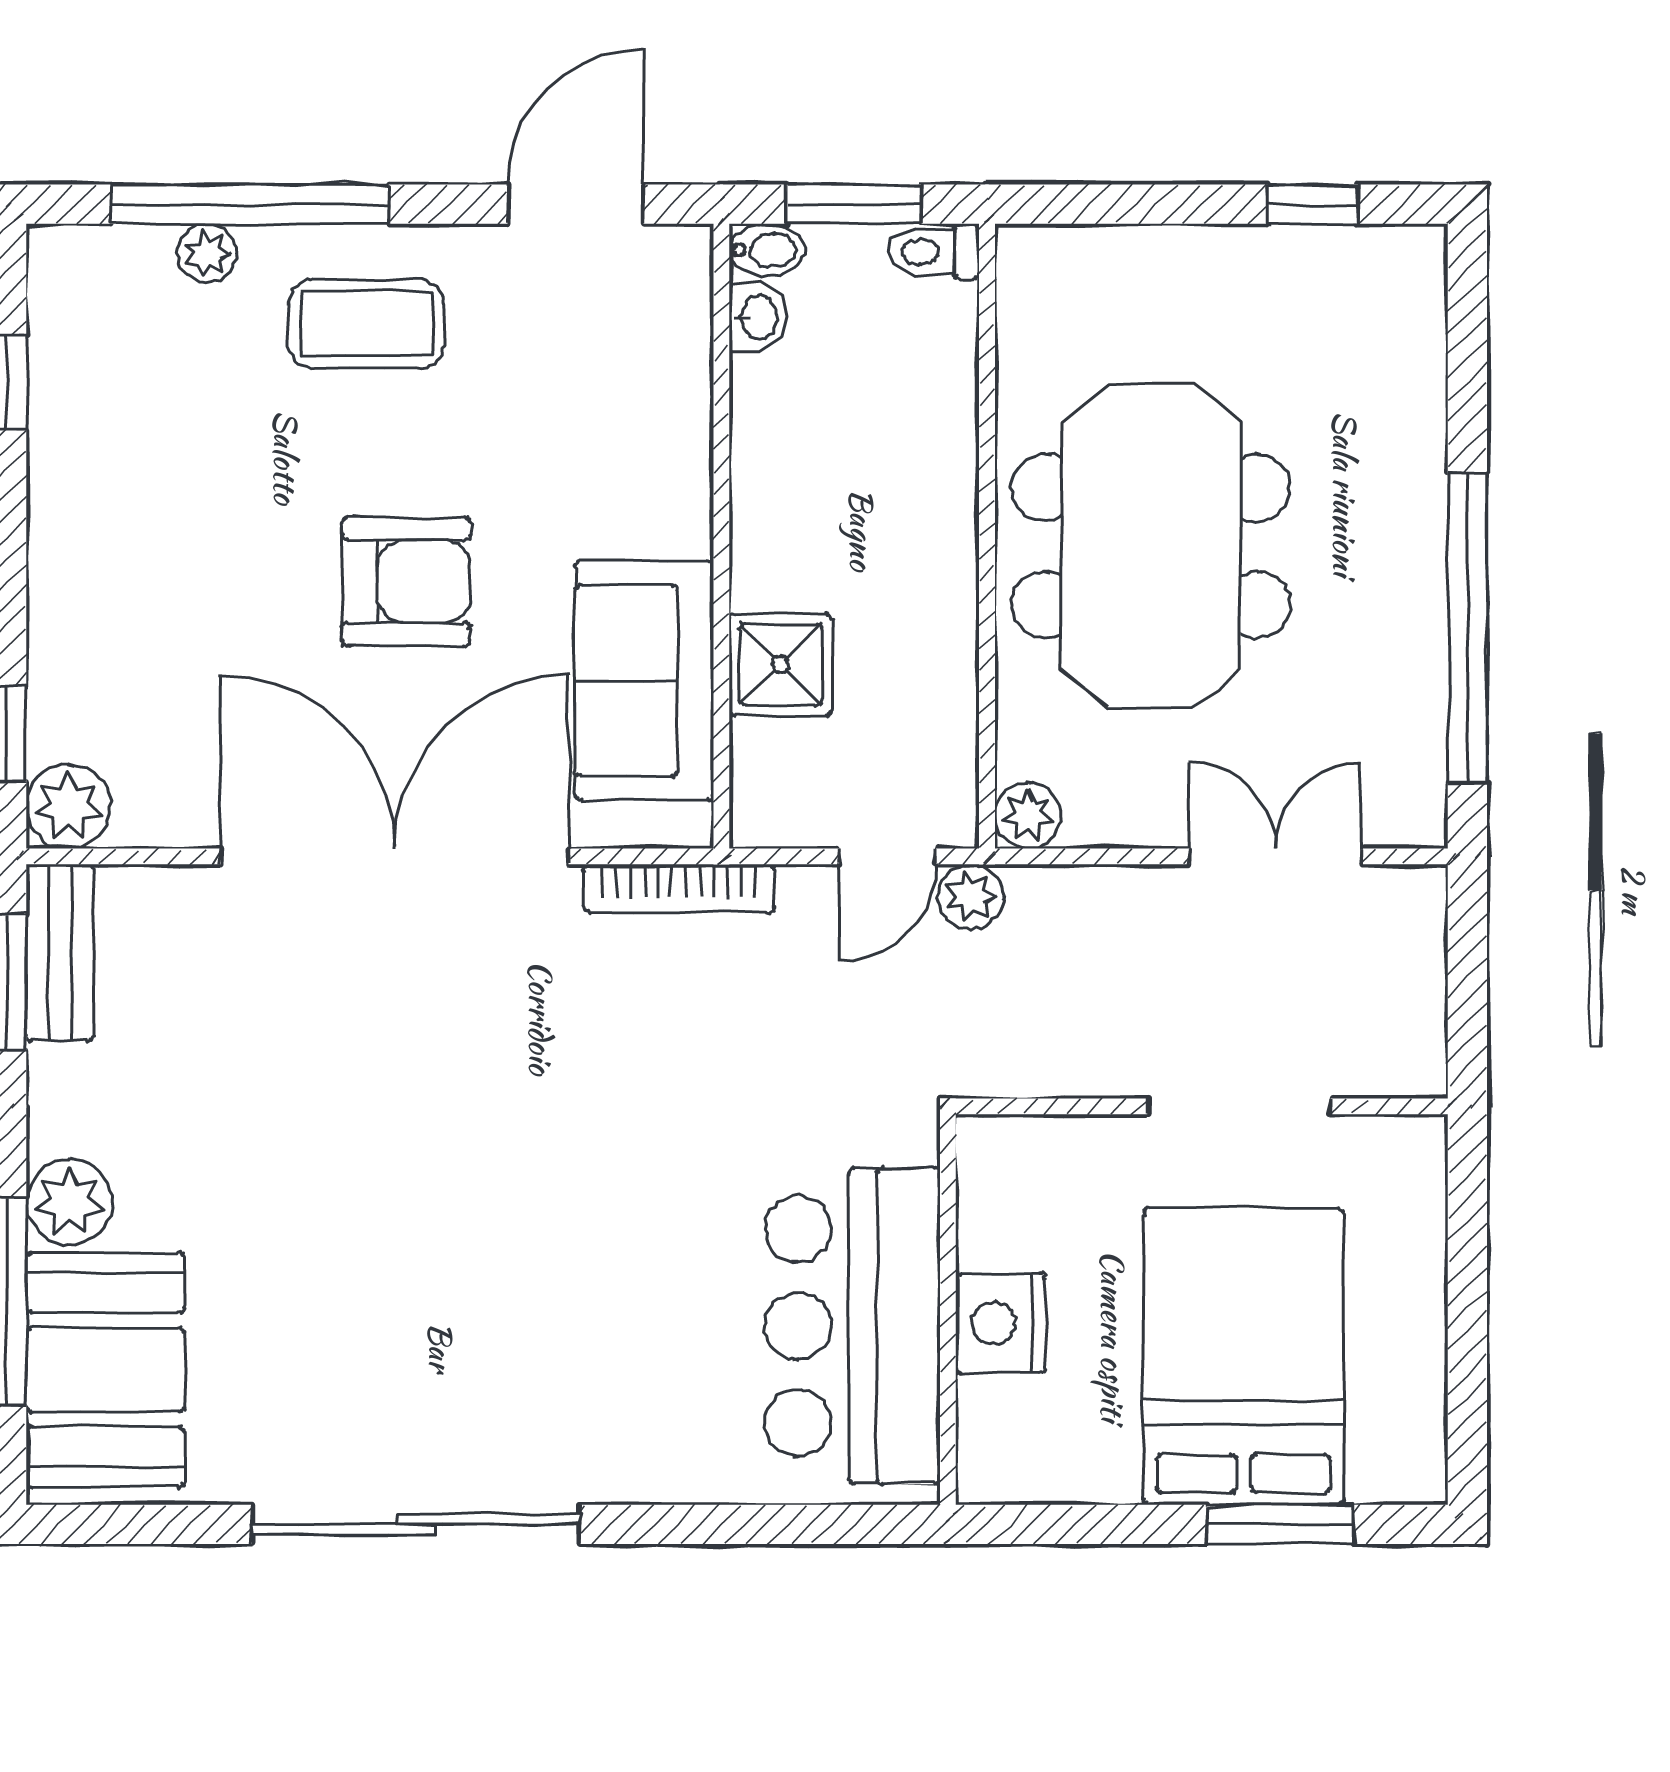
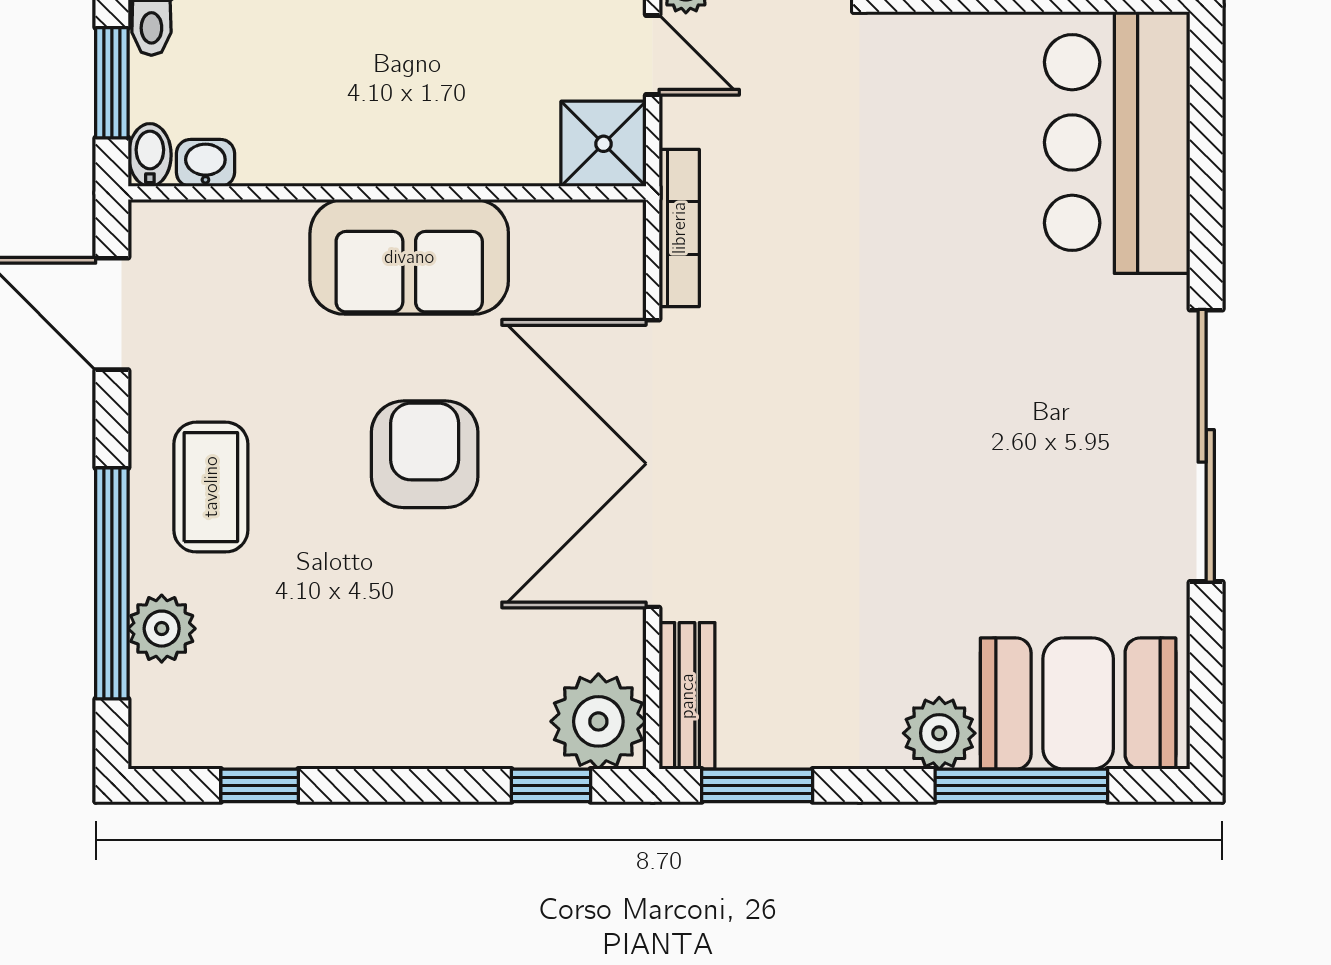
plant: (207, 253) -> (162, 629), width x1.38, depth x1.38
shower: (781, 664) -> (604, 144), moved
sofa: (644, 681) -> (409, 257), moved
plant: (68, 806) -> (598, 721), width x1.36, depth x1.36
bench: (60, 953) -> (687, 696), moved, turned 90
bar counter: (852, 1326) -> (1117, 142), moved, turned 90

